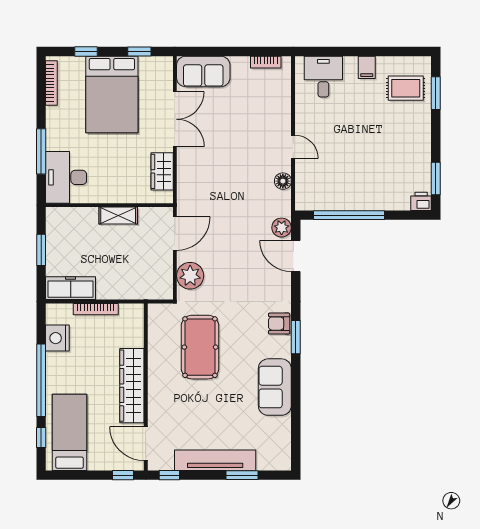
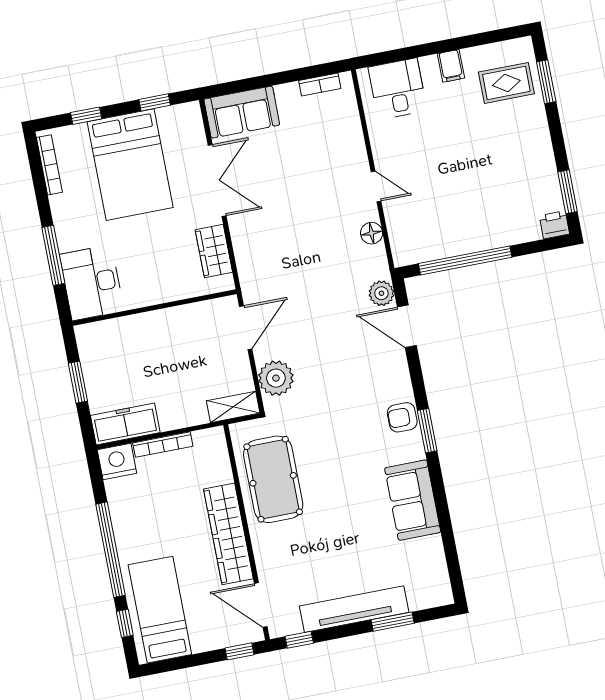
shelving: (118, 216) -> (233, 407), moved
nightstand: (57, 338) -> (117, 462), moved, turned 90
pool table: (200, 347) -> (273, 479), moved

